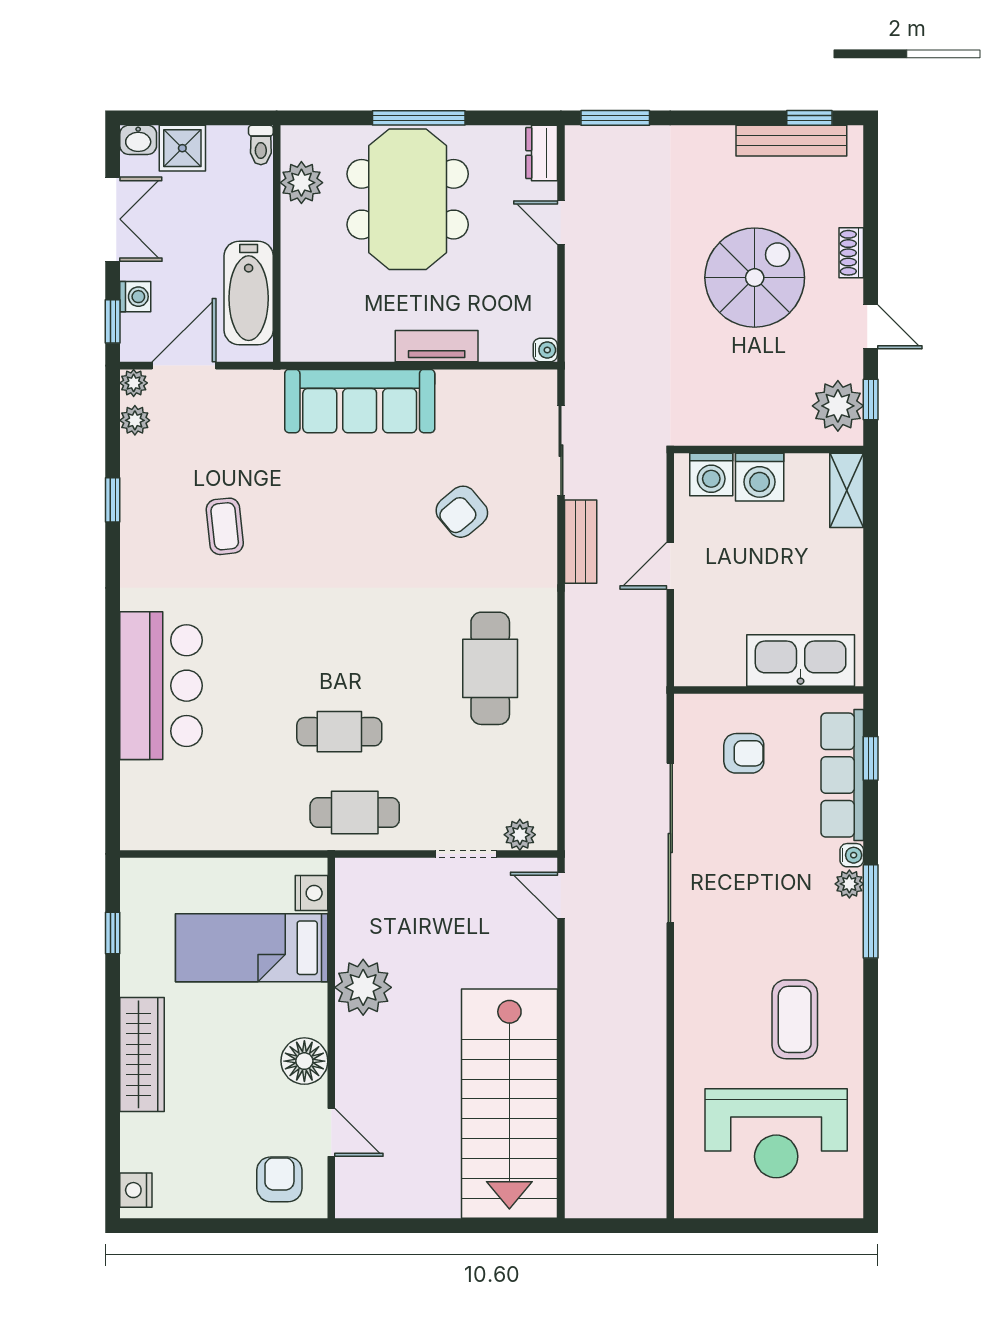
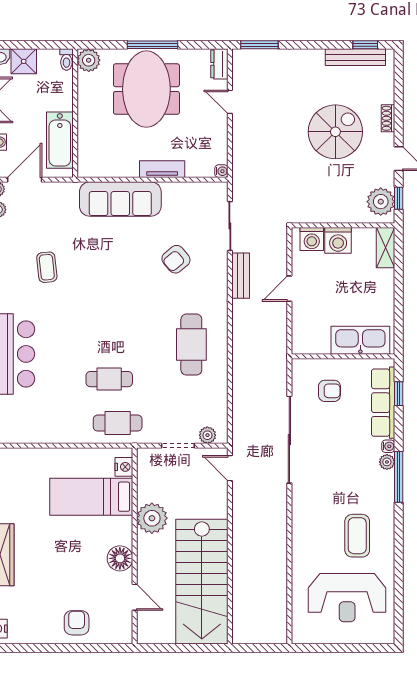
plant: (301, 183) -> (89, 60), moved
nightstand: (312, 893) -> (124, 467), moved
bed: (252, 948) -> (91, 497), moved
plant: (363, 987) -> (152, 518), moved
wall: (331, 1038) -> (135, 546), moved
floor lamp: (304, 1061) -> (120, 558), moved
door: (331, 1132) -> (135, 597), moved

